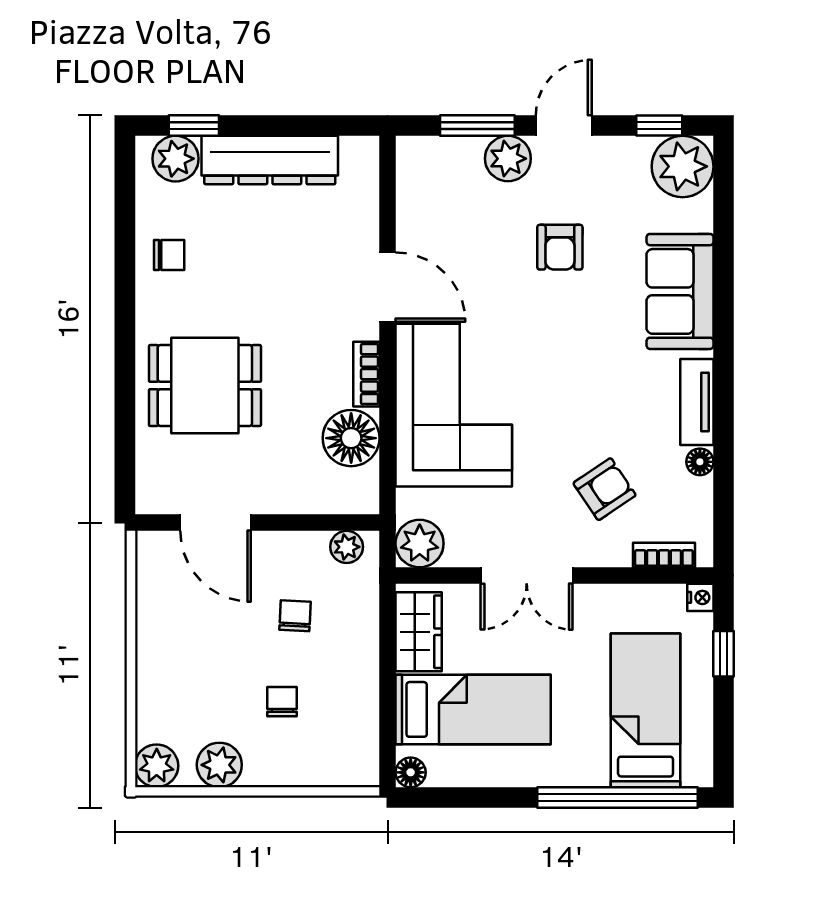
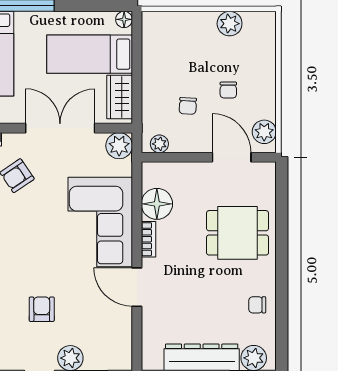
double door: (527, 576) -> (60, 128), width x1.37
chair: (282, 702) -> (228, 90), moved
plant: (157, 766) -> (264, 132), moved

